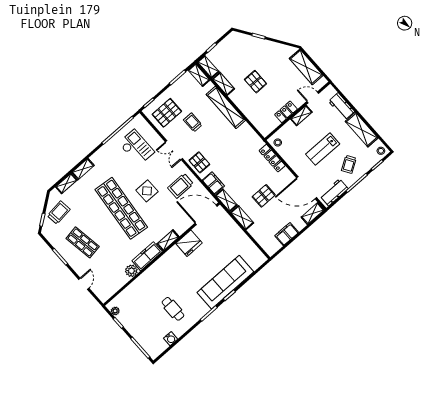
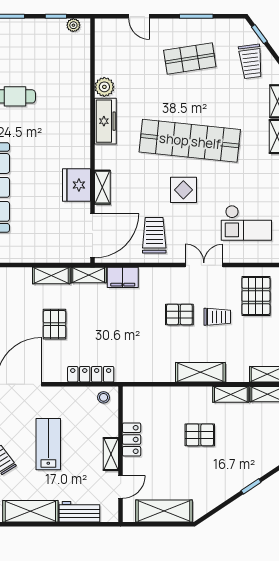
shelving: (226, 107) -> (200, 372), width x0.68
pallet: (199, 162) -> (179, 314), moved
shelving: (168, 240) -> (102, 187), moved

